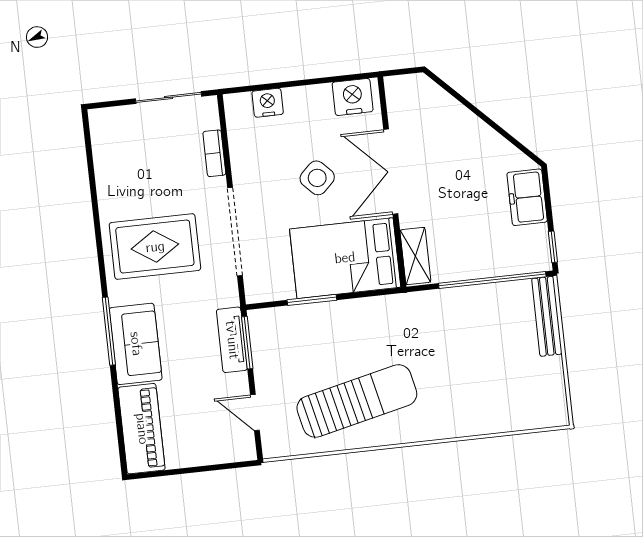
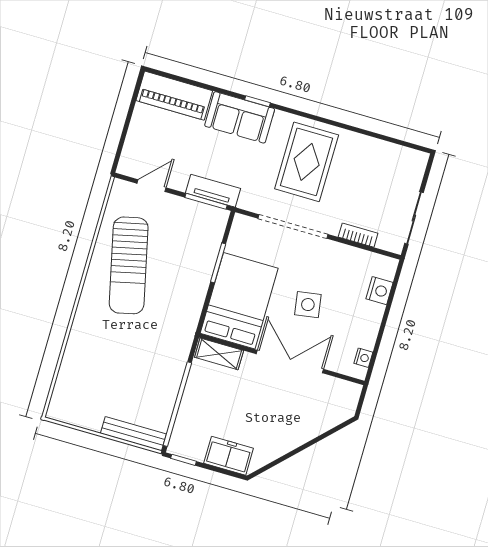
nightstand: (353, 97) -> (363, 358), width x0.53, depth x0.56
side table: (317, 178) -> (308, 305), turned 35
window: (109, 331) -> (257, 101), width x0.46

